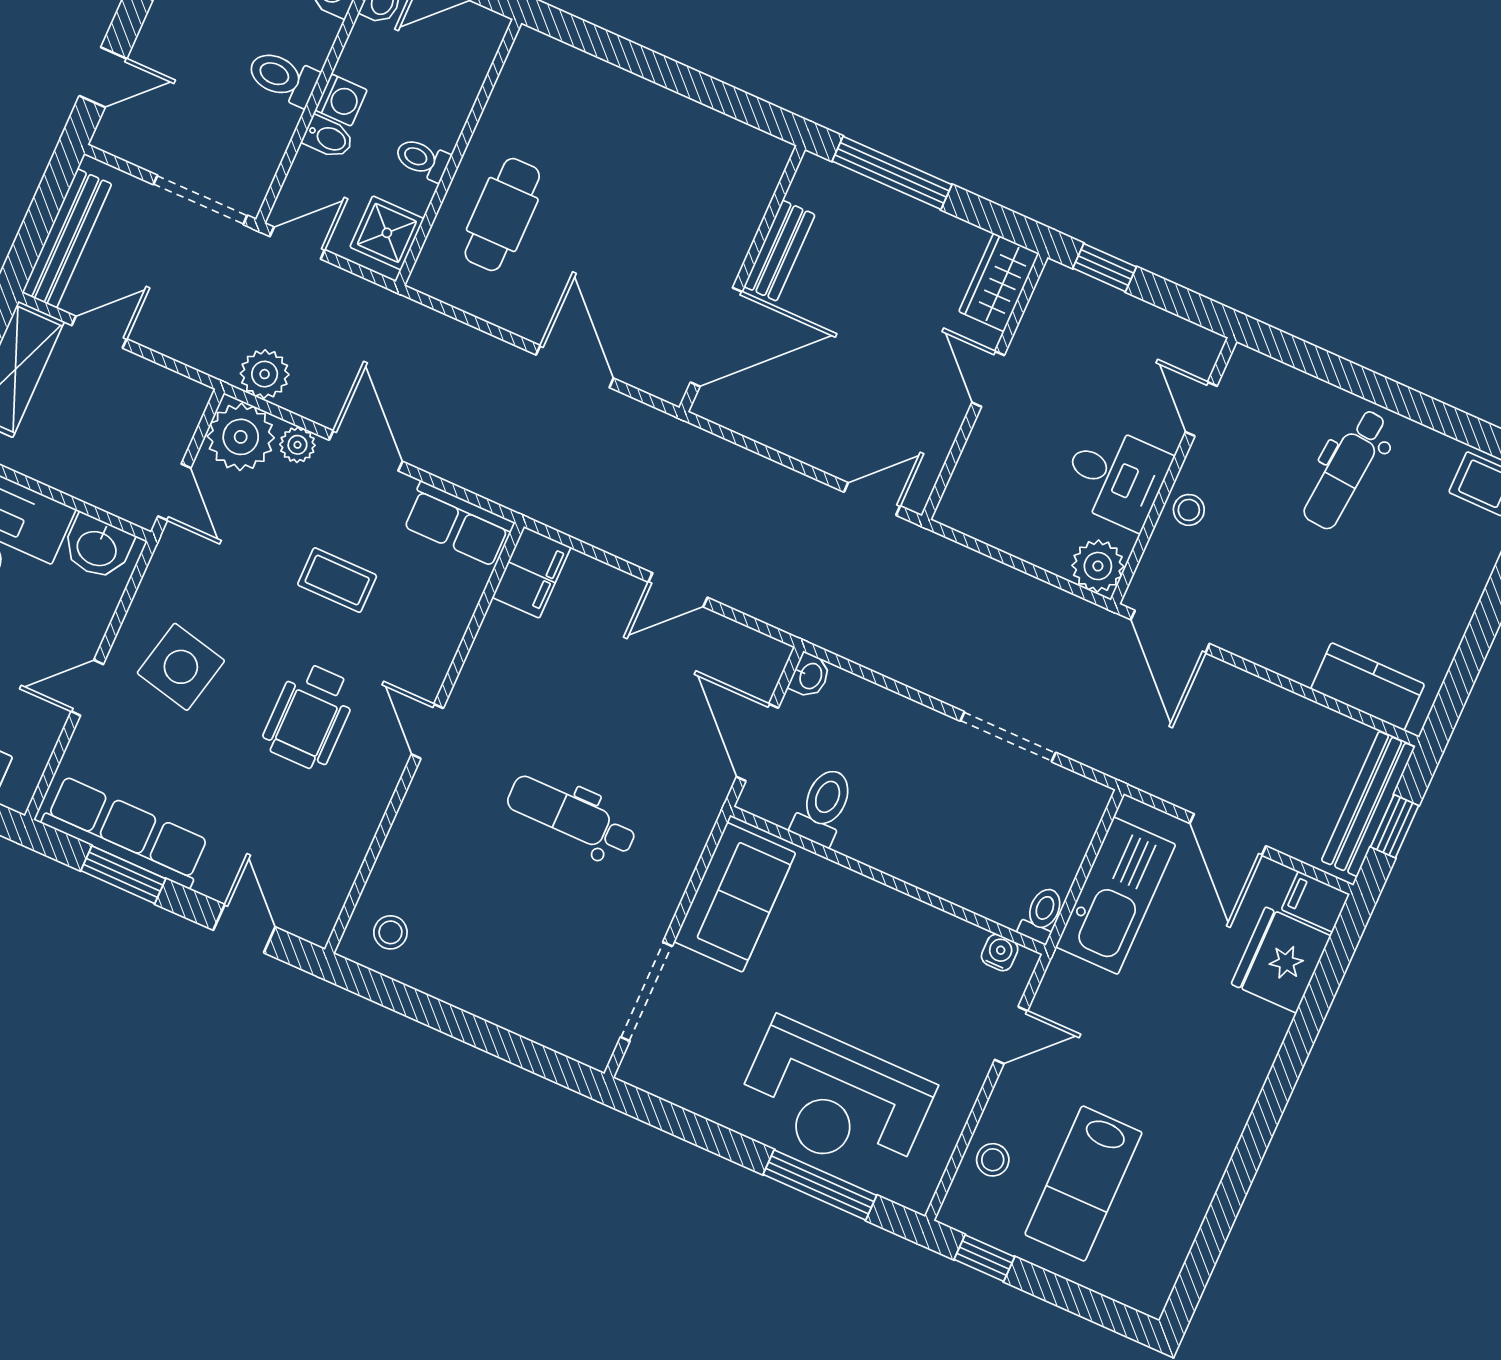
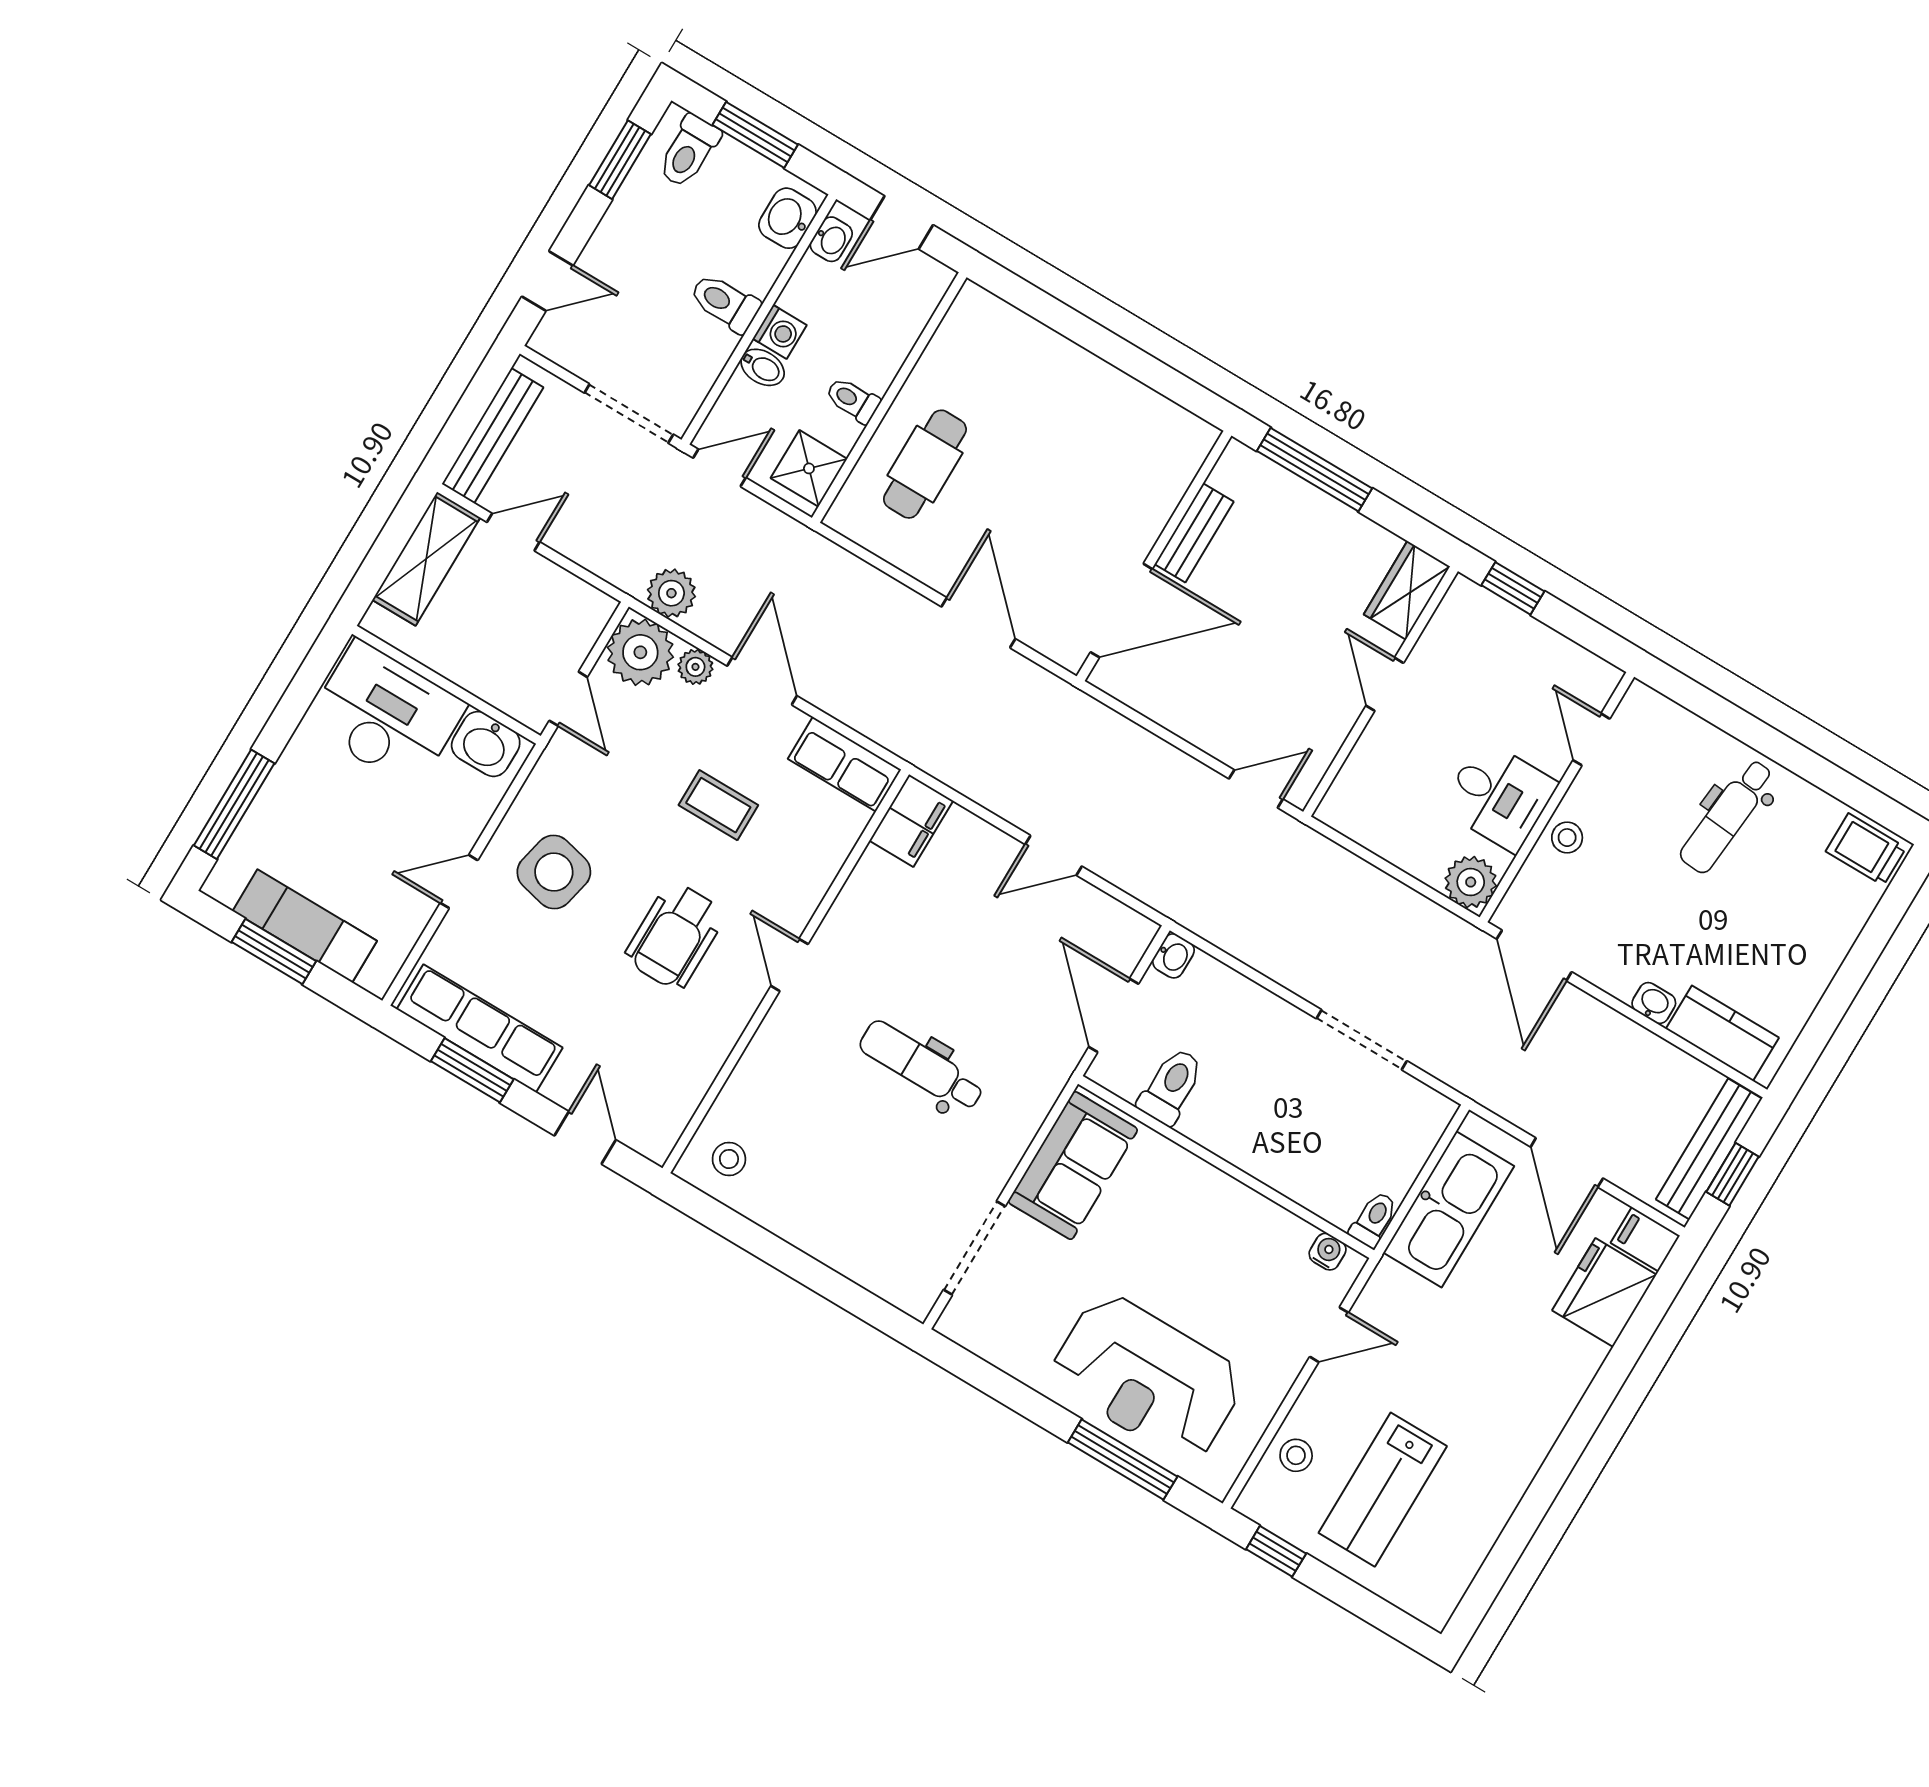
washbasin: (1295, 665) -> (1654, 1003), added

